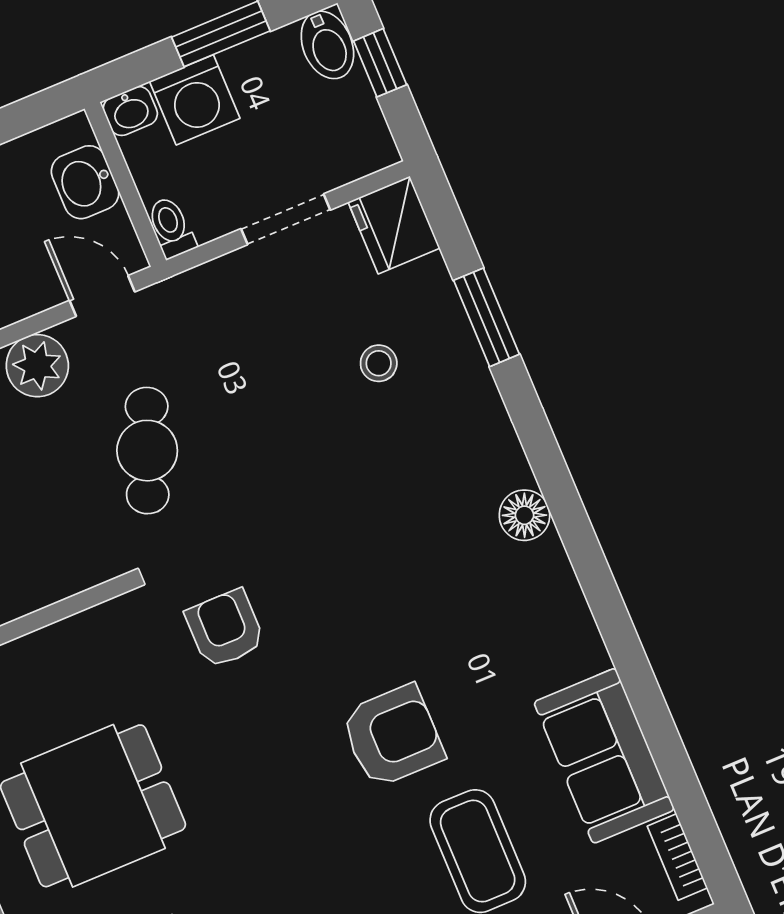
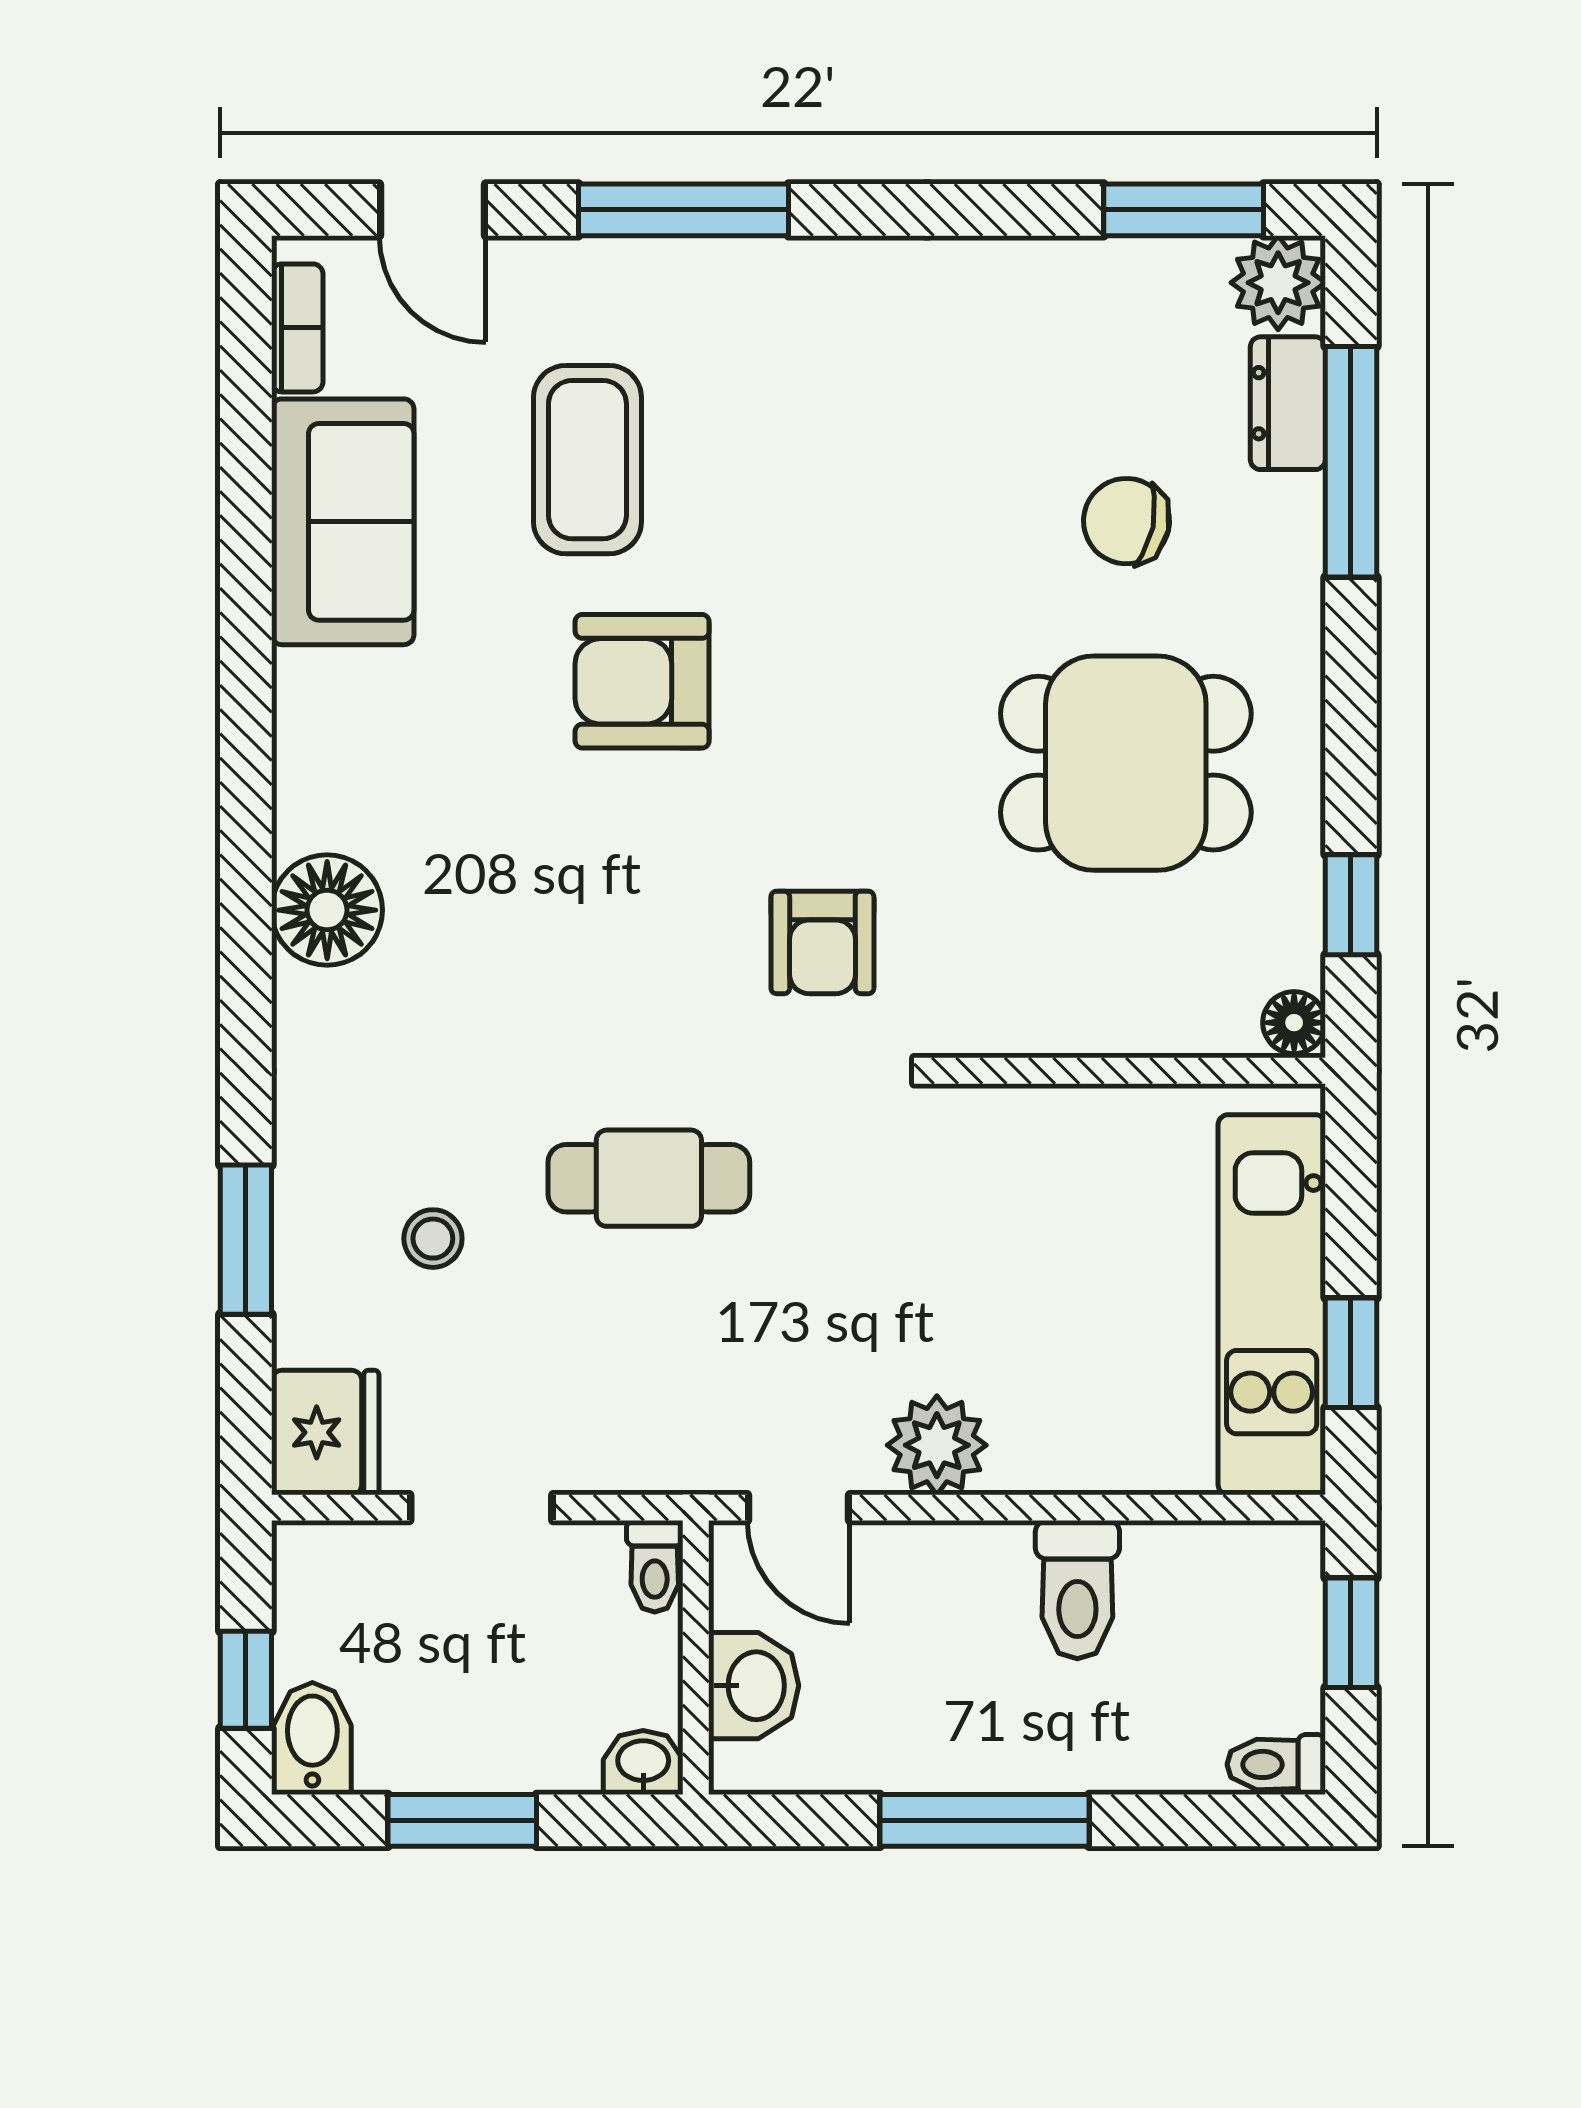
washing machine: (195, 100) -> (541, 1739), removed
cafe table: (147, 451) -> (649, 1178), moved, turned 68
floor lamp: (524, 515) -> (327, 910), width x1.38, depth x1.38

